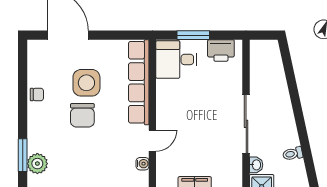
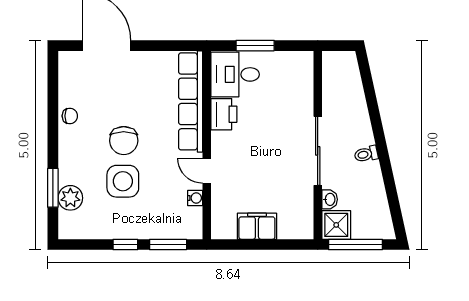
printer: (221, 50) -> (224, 114), moved, turned -90
side table: (86, 83) -> (123, 181), moved
door: (152, 141) -> (207, 171), swing flipped
toilet: (293, 154) -> (366, 154), moved

